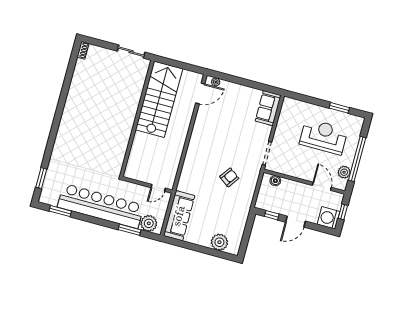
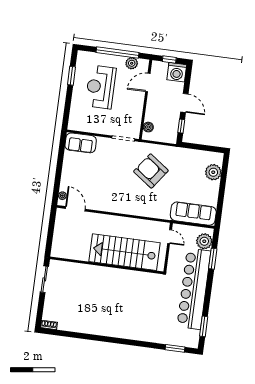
stairs: (159, 99) -> (124, 252), moved
armchair: (229, 177) -> (151, 171), width x1.88, depth x1.88

